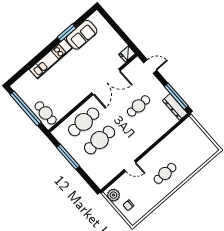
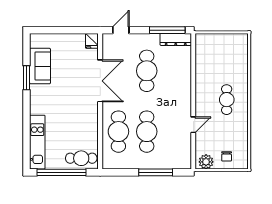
kitchen unit: (51, 59) -> (37, 142), moved
cafe table: (139, 106) -> (147, 71), width x1.37, depth x1.35
window: (68, 157) -> (156, 172), moved

